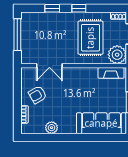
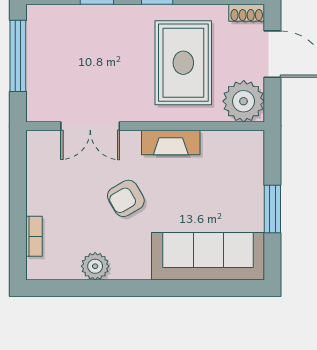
fireplace: (111, 73) -> (171, 143), moved
armchair: (37, 95) -> (126, 198), moved

